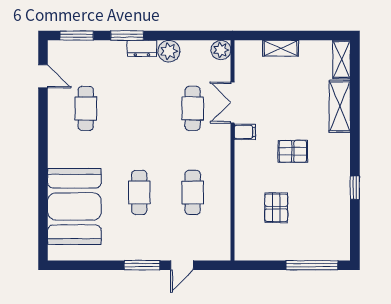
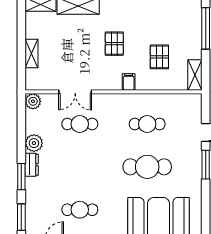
filing cabinet: (245, 132) -> (129, 82), moved
cafe table: (139, 192) -> (147, 167), width x1.37, depth x1.35
pallet: (276, 208) -> (159, 57), turned 90
shelving: (254, 252) -> (195, 75), added

